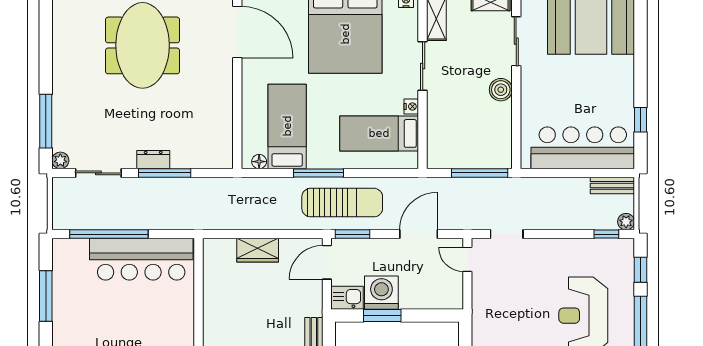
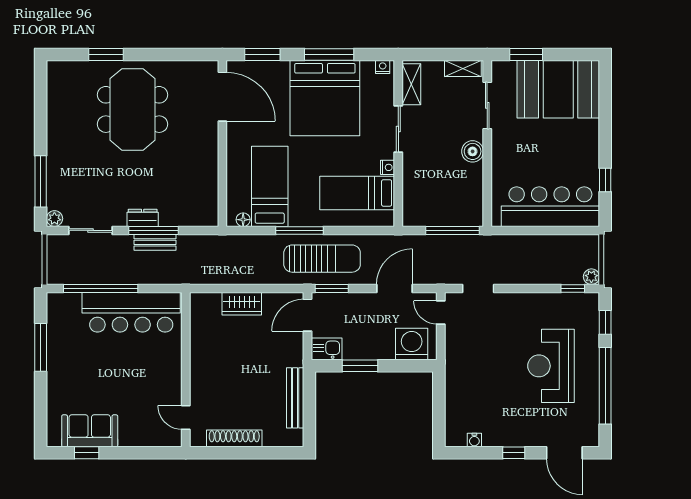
bench: (612, 185) -> (155, 242), moved
washing machine: (381, 293) -> (412, 344), moved

